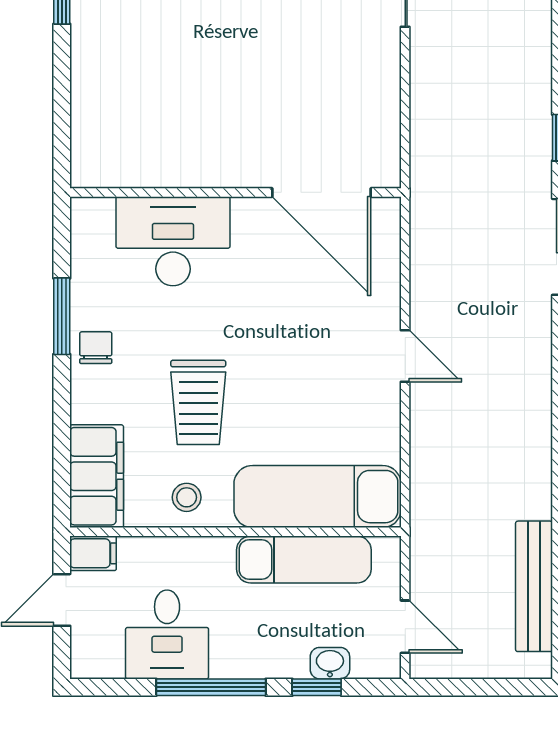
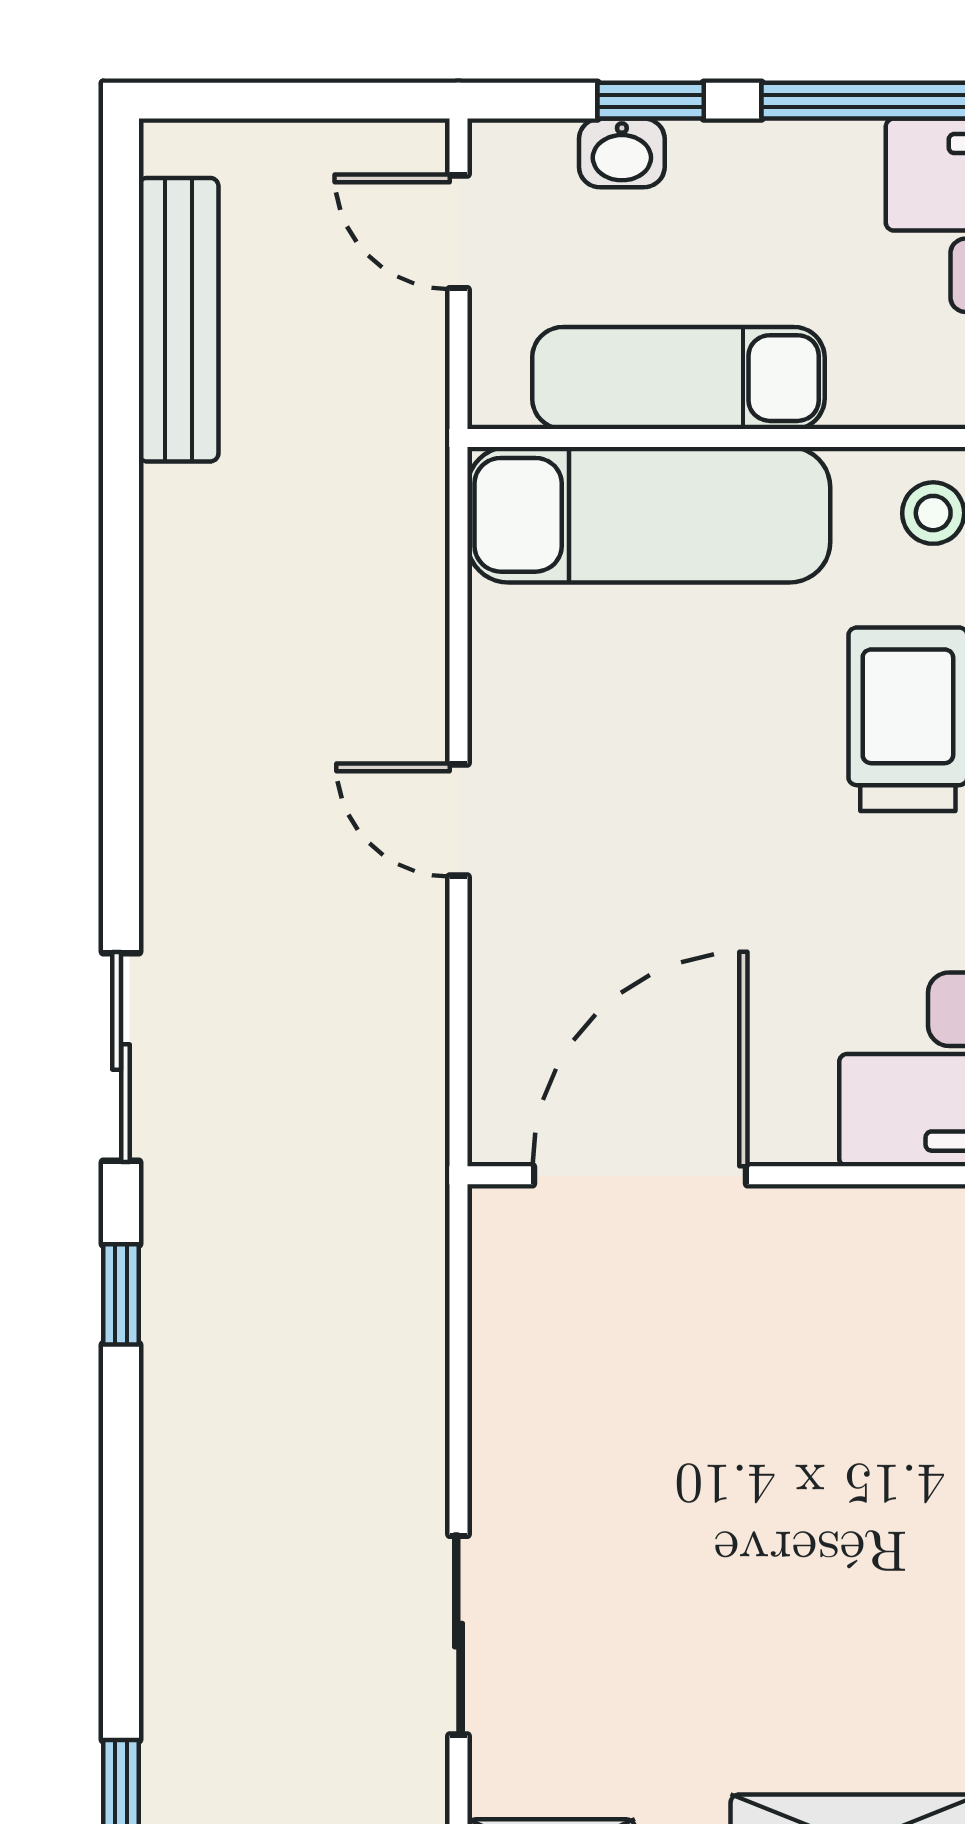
door: (322, 192) -> (640, 1175), hinge flipped

